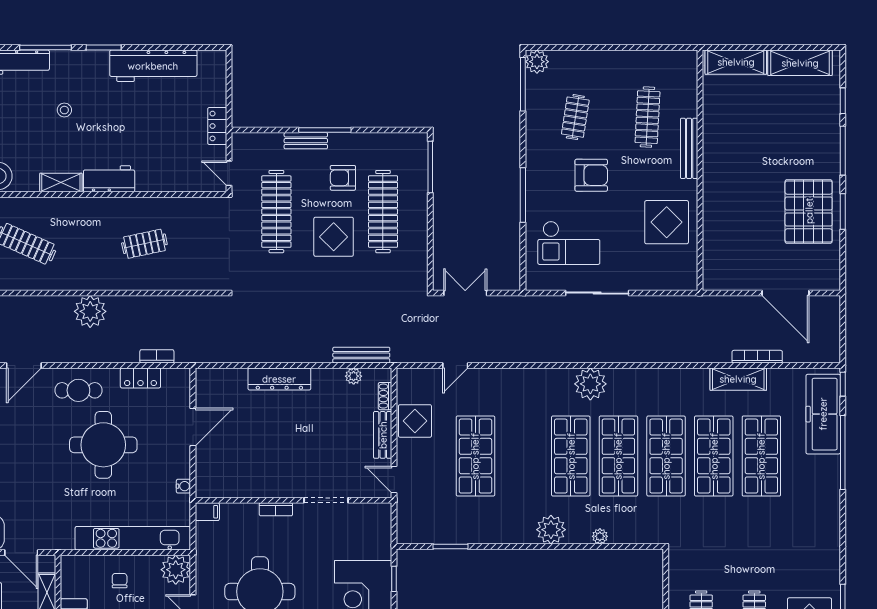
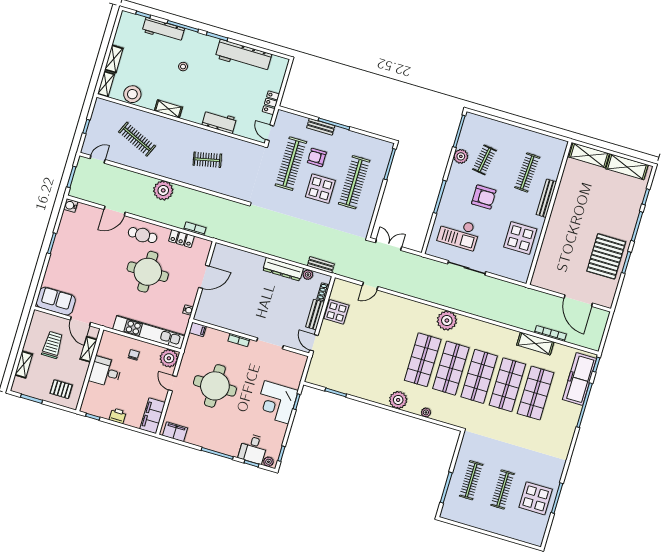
plant: (537, 62) -> (461, 156), moved
armchair: (343, 178) -> (317, 157), moved
workbench: (109, 179) -> (219, 122), moved
bench: (361, 355) -> (321, 265), width x0.73
dresser: (279, 379) -> (283, 269), moved
shop shelf: (475, 456) -> (366, 343), removed

